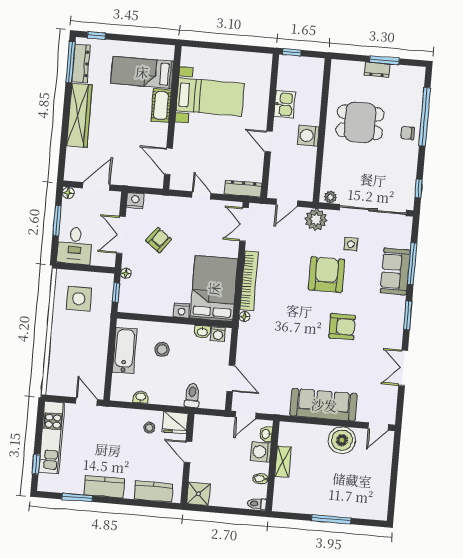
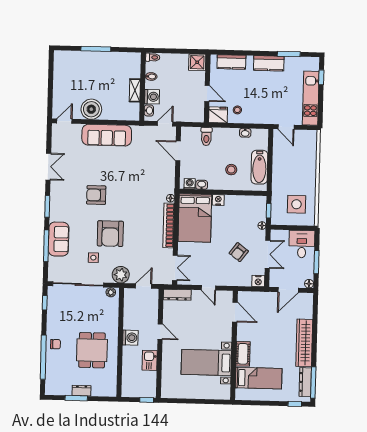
dining table: (360, 122) -> (92, 350), turned 90

